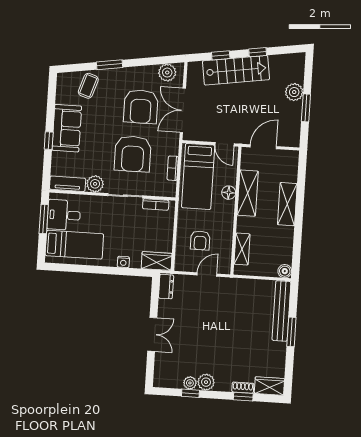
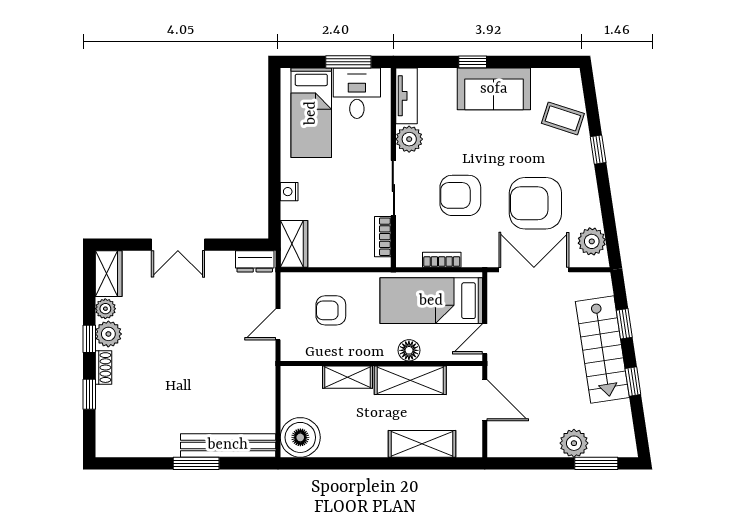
window: (109, 65) -> (598, 150), width x0.67
window: (306, 108) -> (596, 463), moved
armchair: (133, 154) -> (460, 195), width x0.73, depth x0.73
shelving: (287, 204) -> (422, 444), moved
shelving: (242, 249) -> (348, 377), moved
boiler: (285, 271) -> (300, 437), width x1.86, depth x1.86
door: (207, 274) -> (278, 324), swing flipped
wardrobe: (269, 386) -> (109, 274), moved
shoe rack: (243, 388) -> (103, 368), moved
window: (190, 393) -> (89, 339), moved

